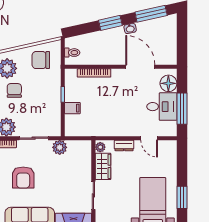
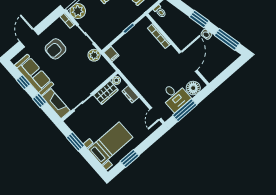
filing cabinet: (72, 108) -> (111, 54), moved
door: (149, 138) -> (155, 114), moved

